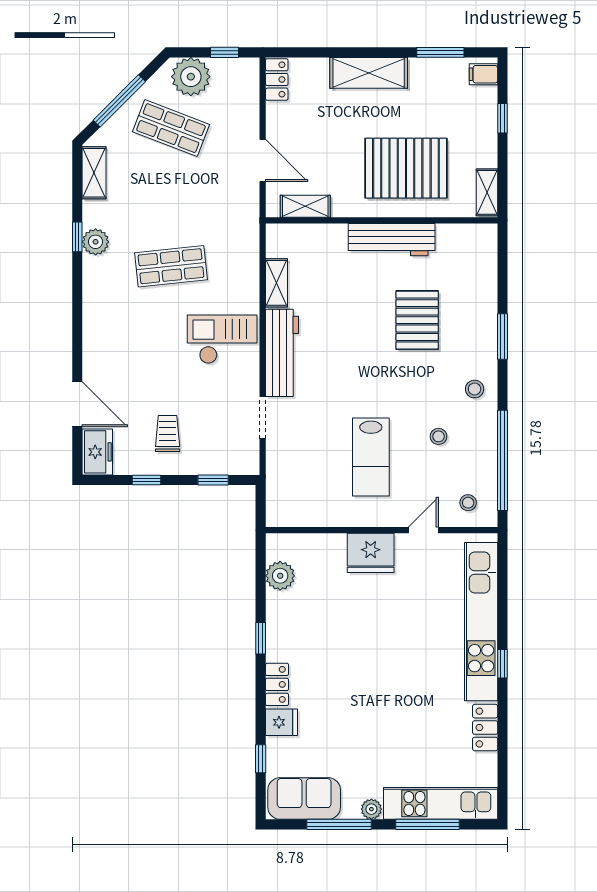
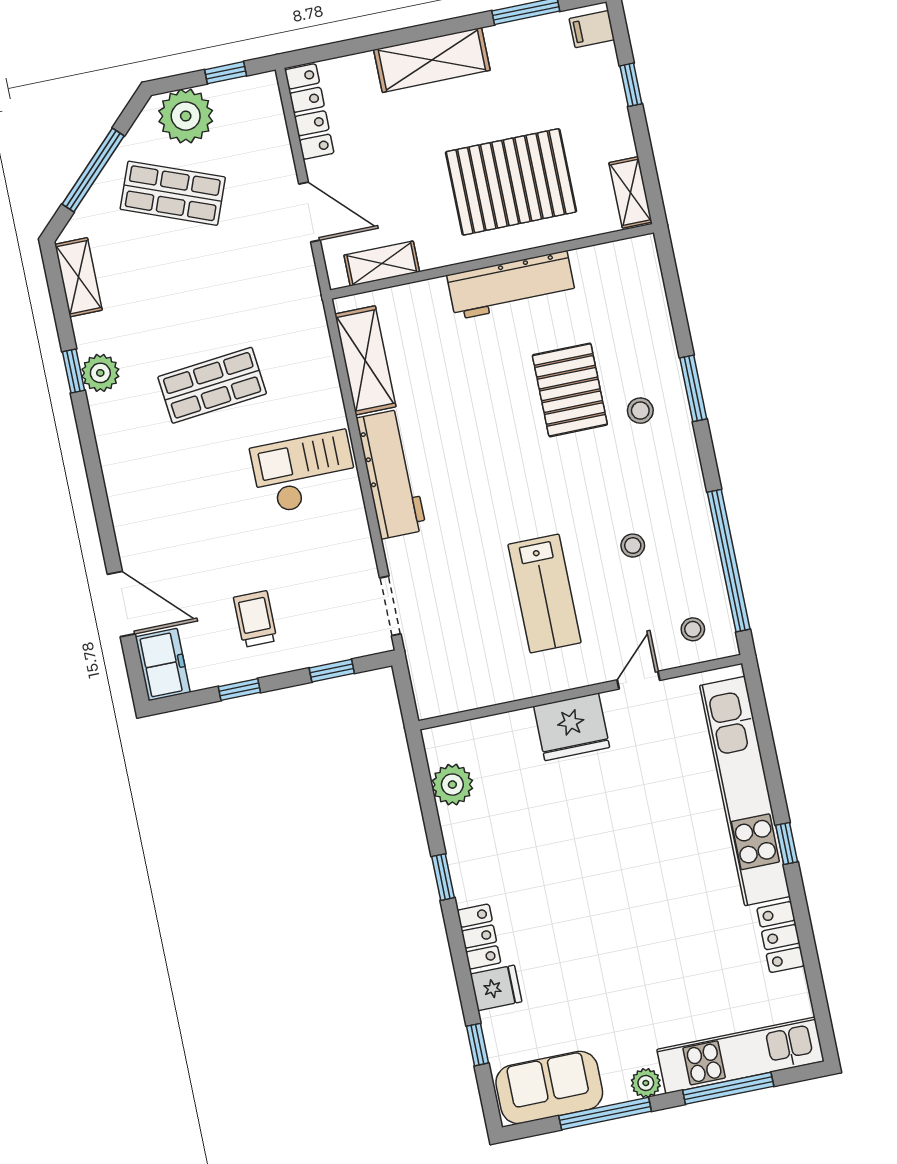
locker: (277, 79) -> (309, 112), width x1.53
shelving: (277, 283) -> (365, 360), width x1.50, depth x1.33
stool: (475, 389) -> (640, 411), moved
doorway: (263, 418) -> (390, 606), moved

